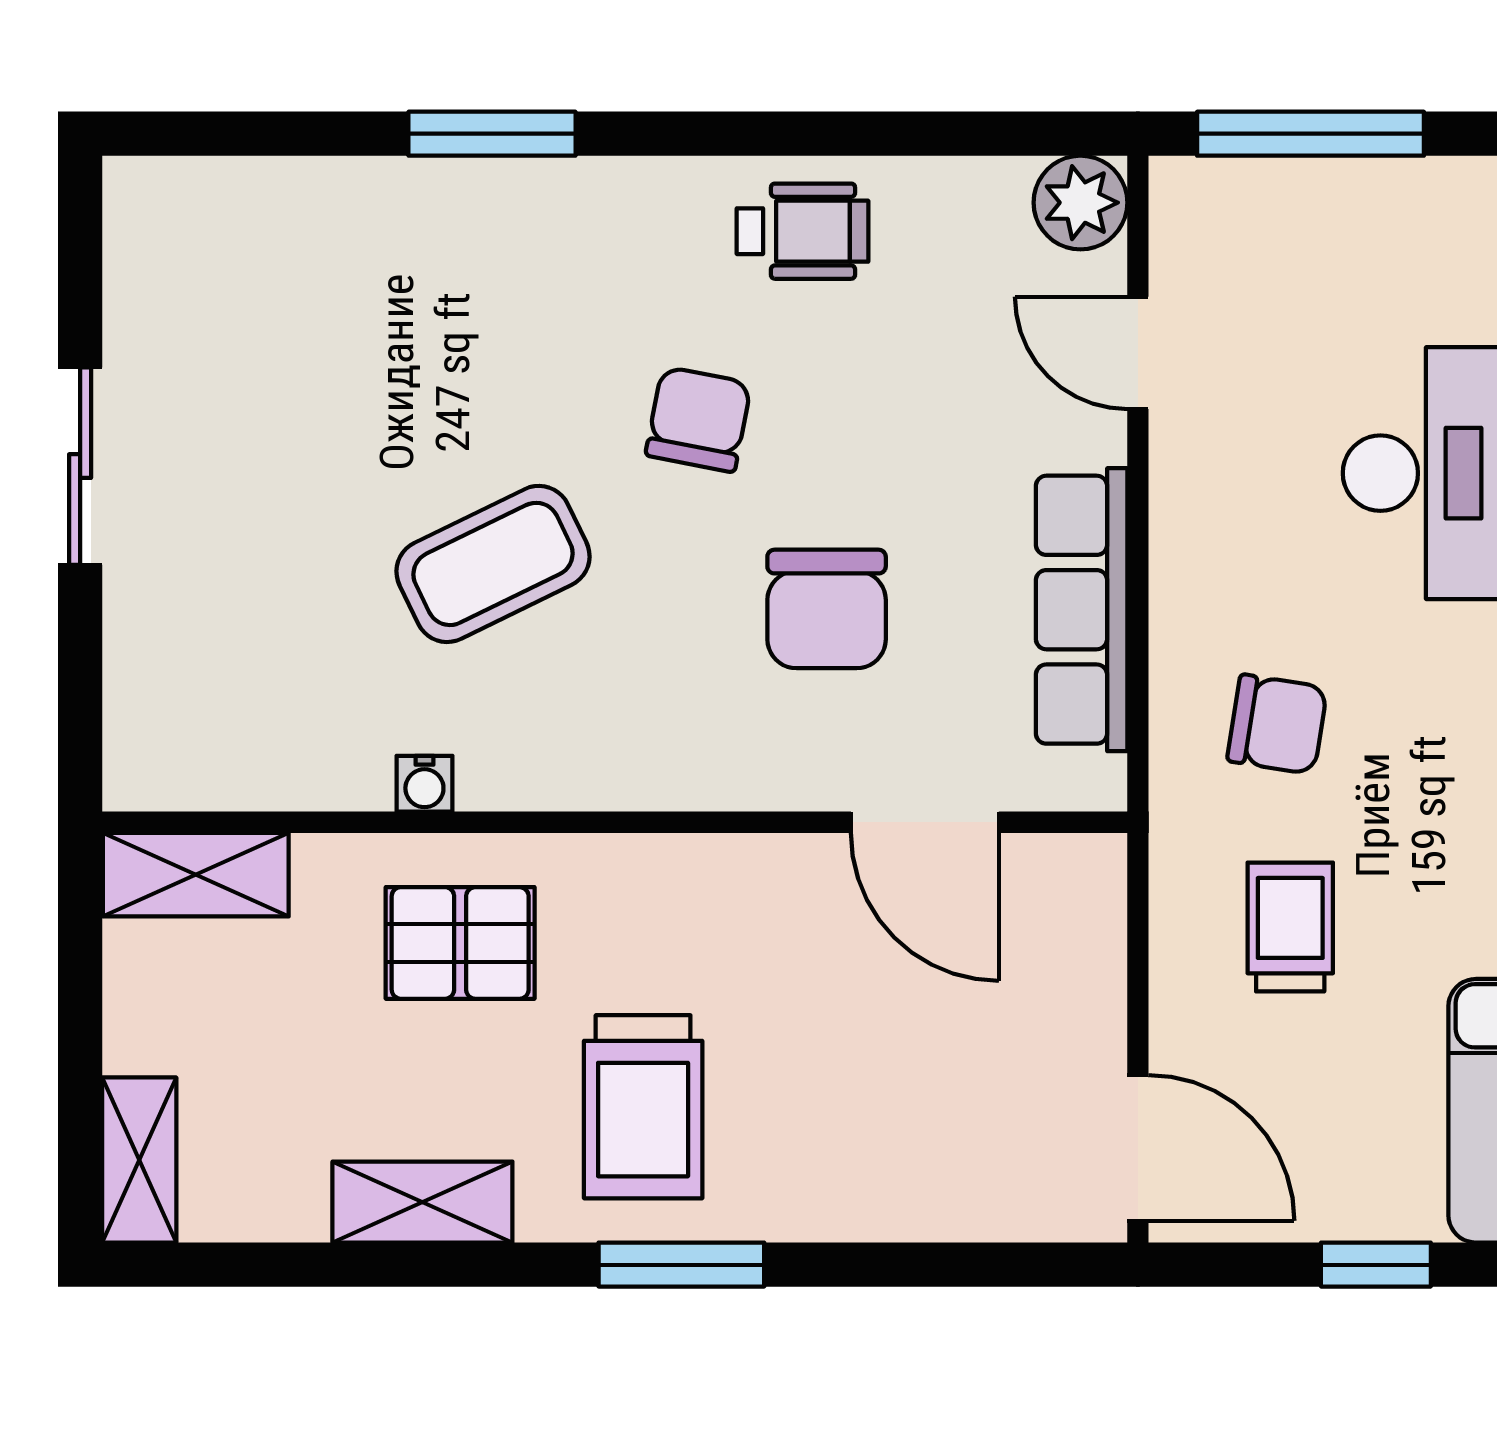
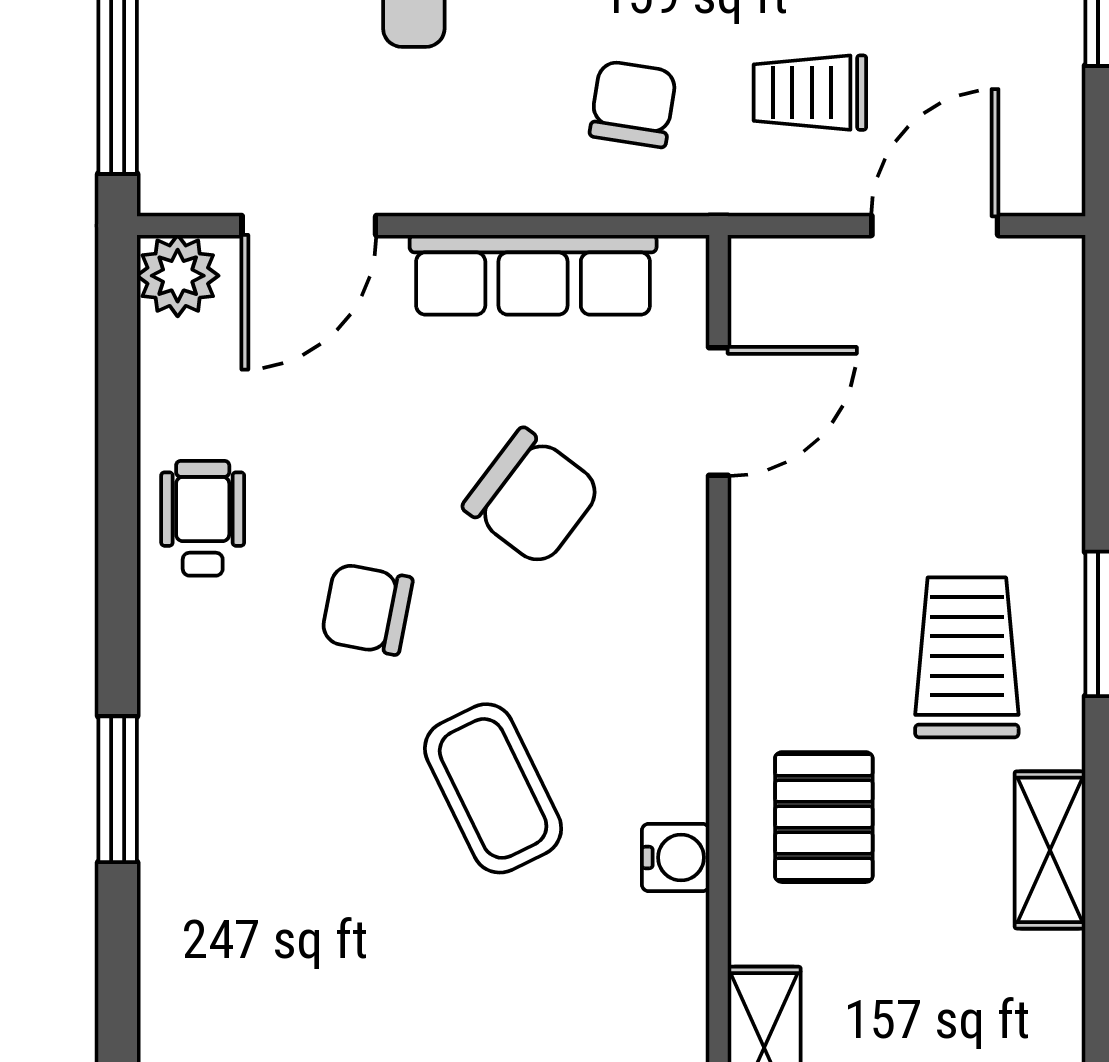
door: (1138, 353) -> (309, 226), width x1.38
chair: (827, 609) -> (532, 497), turned 37
water cooler: (424, 784) -> (676, 857), width x1.38, depth x1.38
trolley: (643, 1107) -> (967, 657), turned -90
door: (1138, 1148) -> (935, 226), moved

